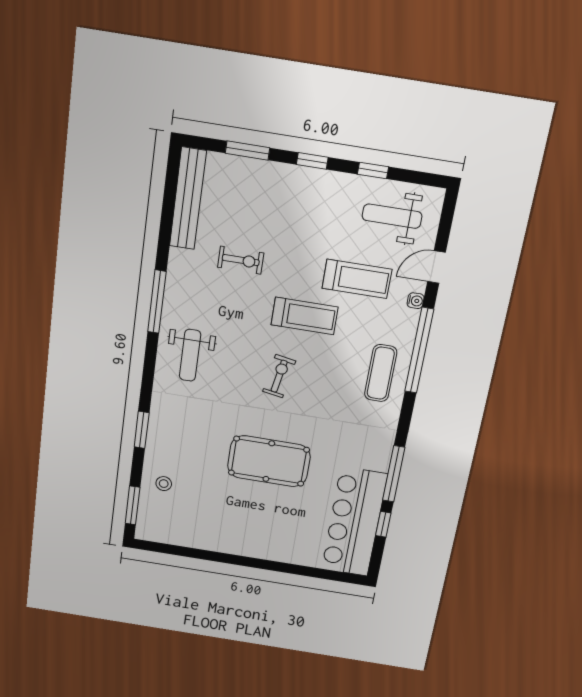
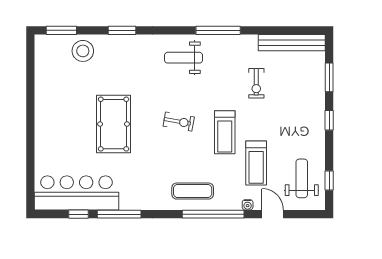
window: (373, 170) -> (329, 181), moved
stool: (164, 484) -> (83, 51), width x1.89, depth x1.89

